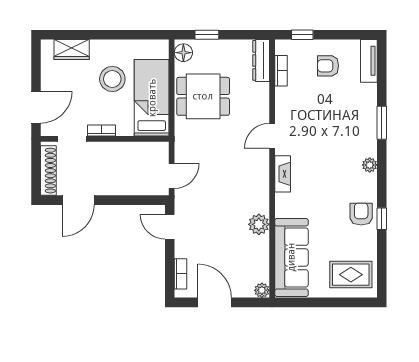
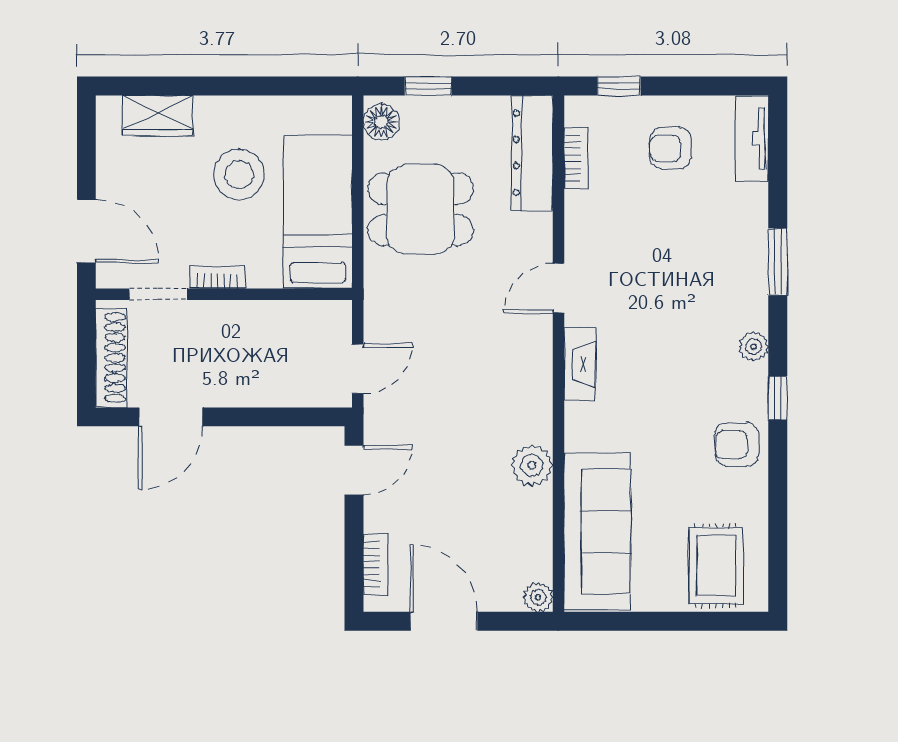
dresser: (261, 60) -> (532, 153), width x1.37, depth x1.24
door: (36, 107) -> (86, 231), hinge flipped
armchair: (361, 214) -> (737, 445), turned -90
window: (382, 219) -> (778, 398), moved
door: (170, 227) -> (354, 470), swing flipped
rug: (351, 275) -> (716, 566), turned 90

